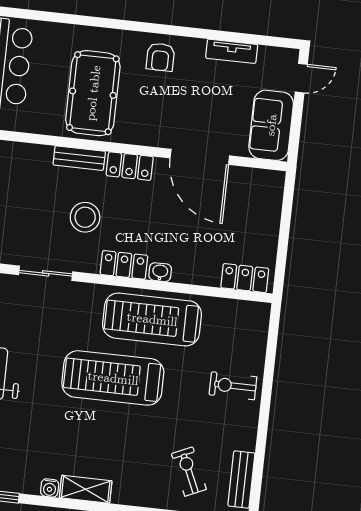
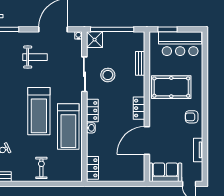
bench: (79, 158) -> (140, 63), moved
stool: (85, 217) -> (108, 75), moved
sliding door: (46, 273) -> (84, 74), width x1.37
treadmill: (152, 319) -> (68, 127), turned 180
treadmill: (113, 378) -> (39, 111), turned 180

